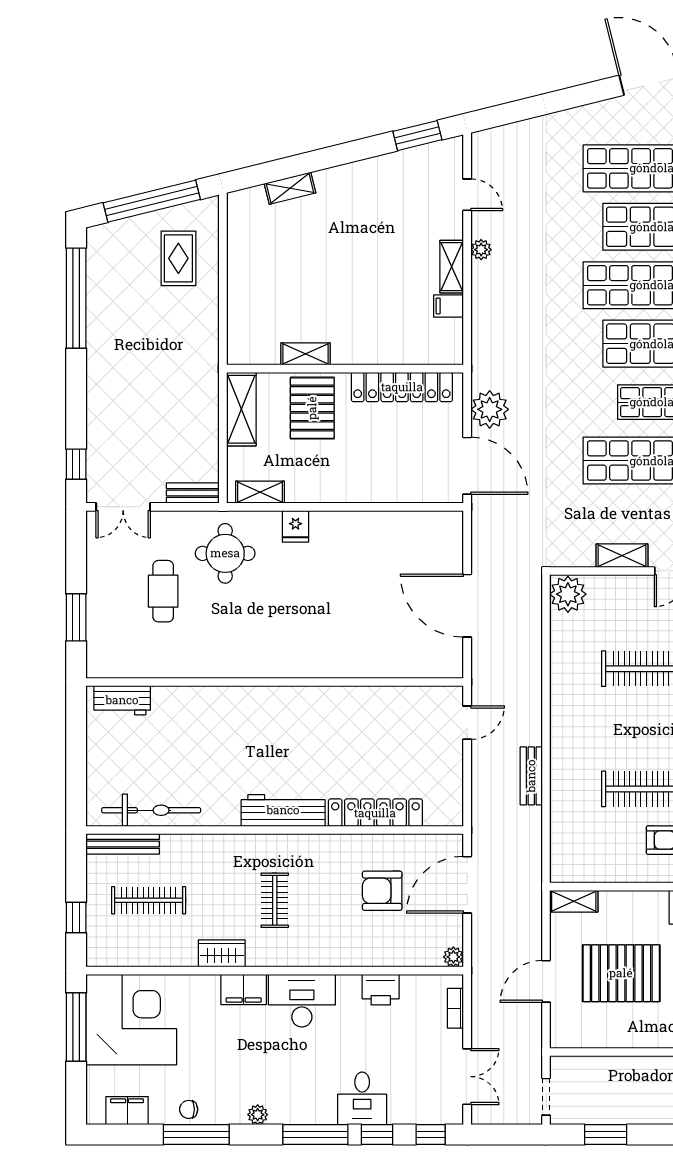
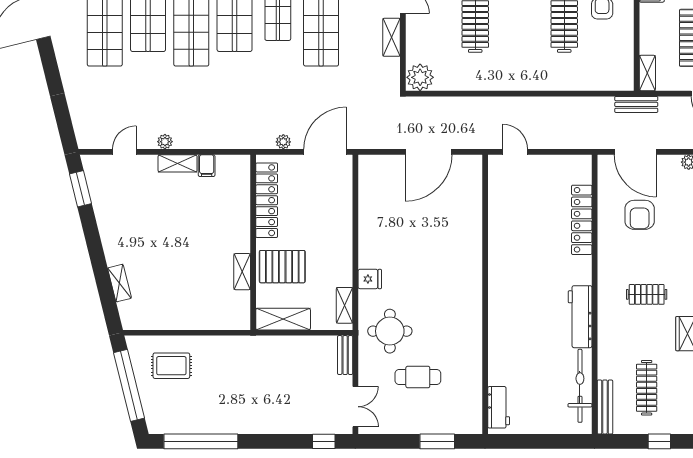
plant: (490, 409) -> (283, 142), width x0.53, depth x0.53
bench: (531, 776) -> (636, 104), moved
workbench: (283, 810) -> (580, 317), moved

